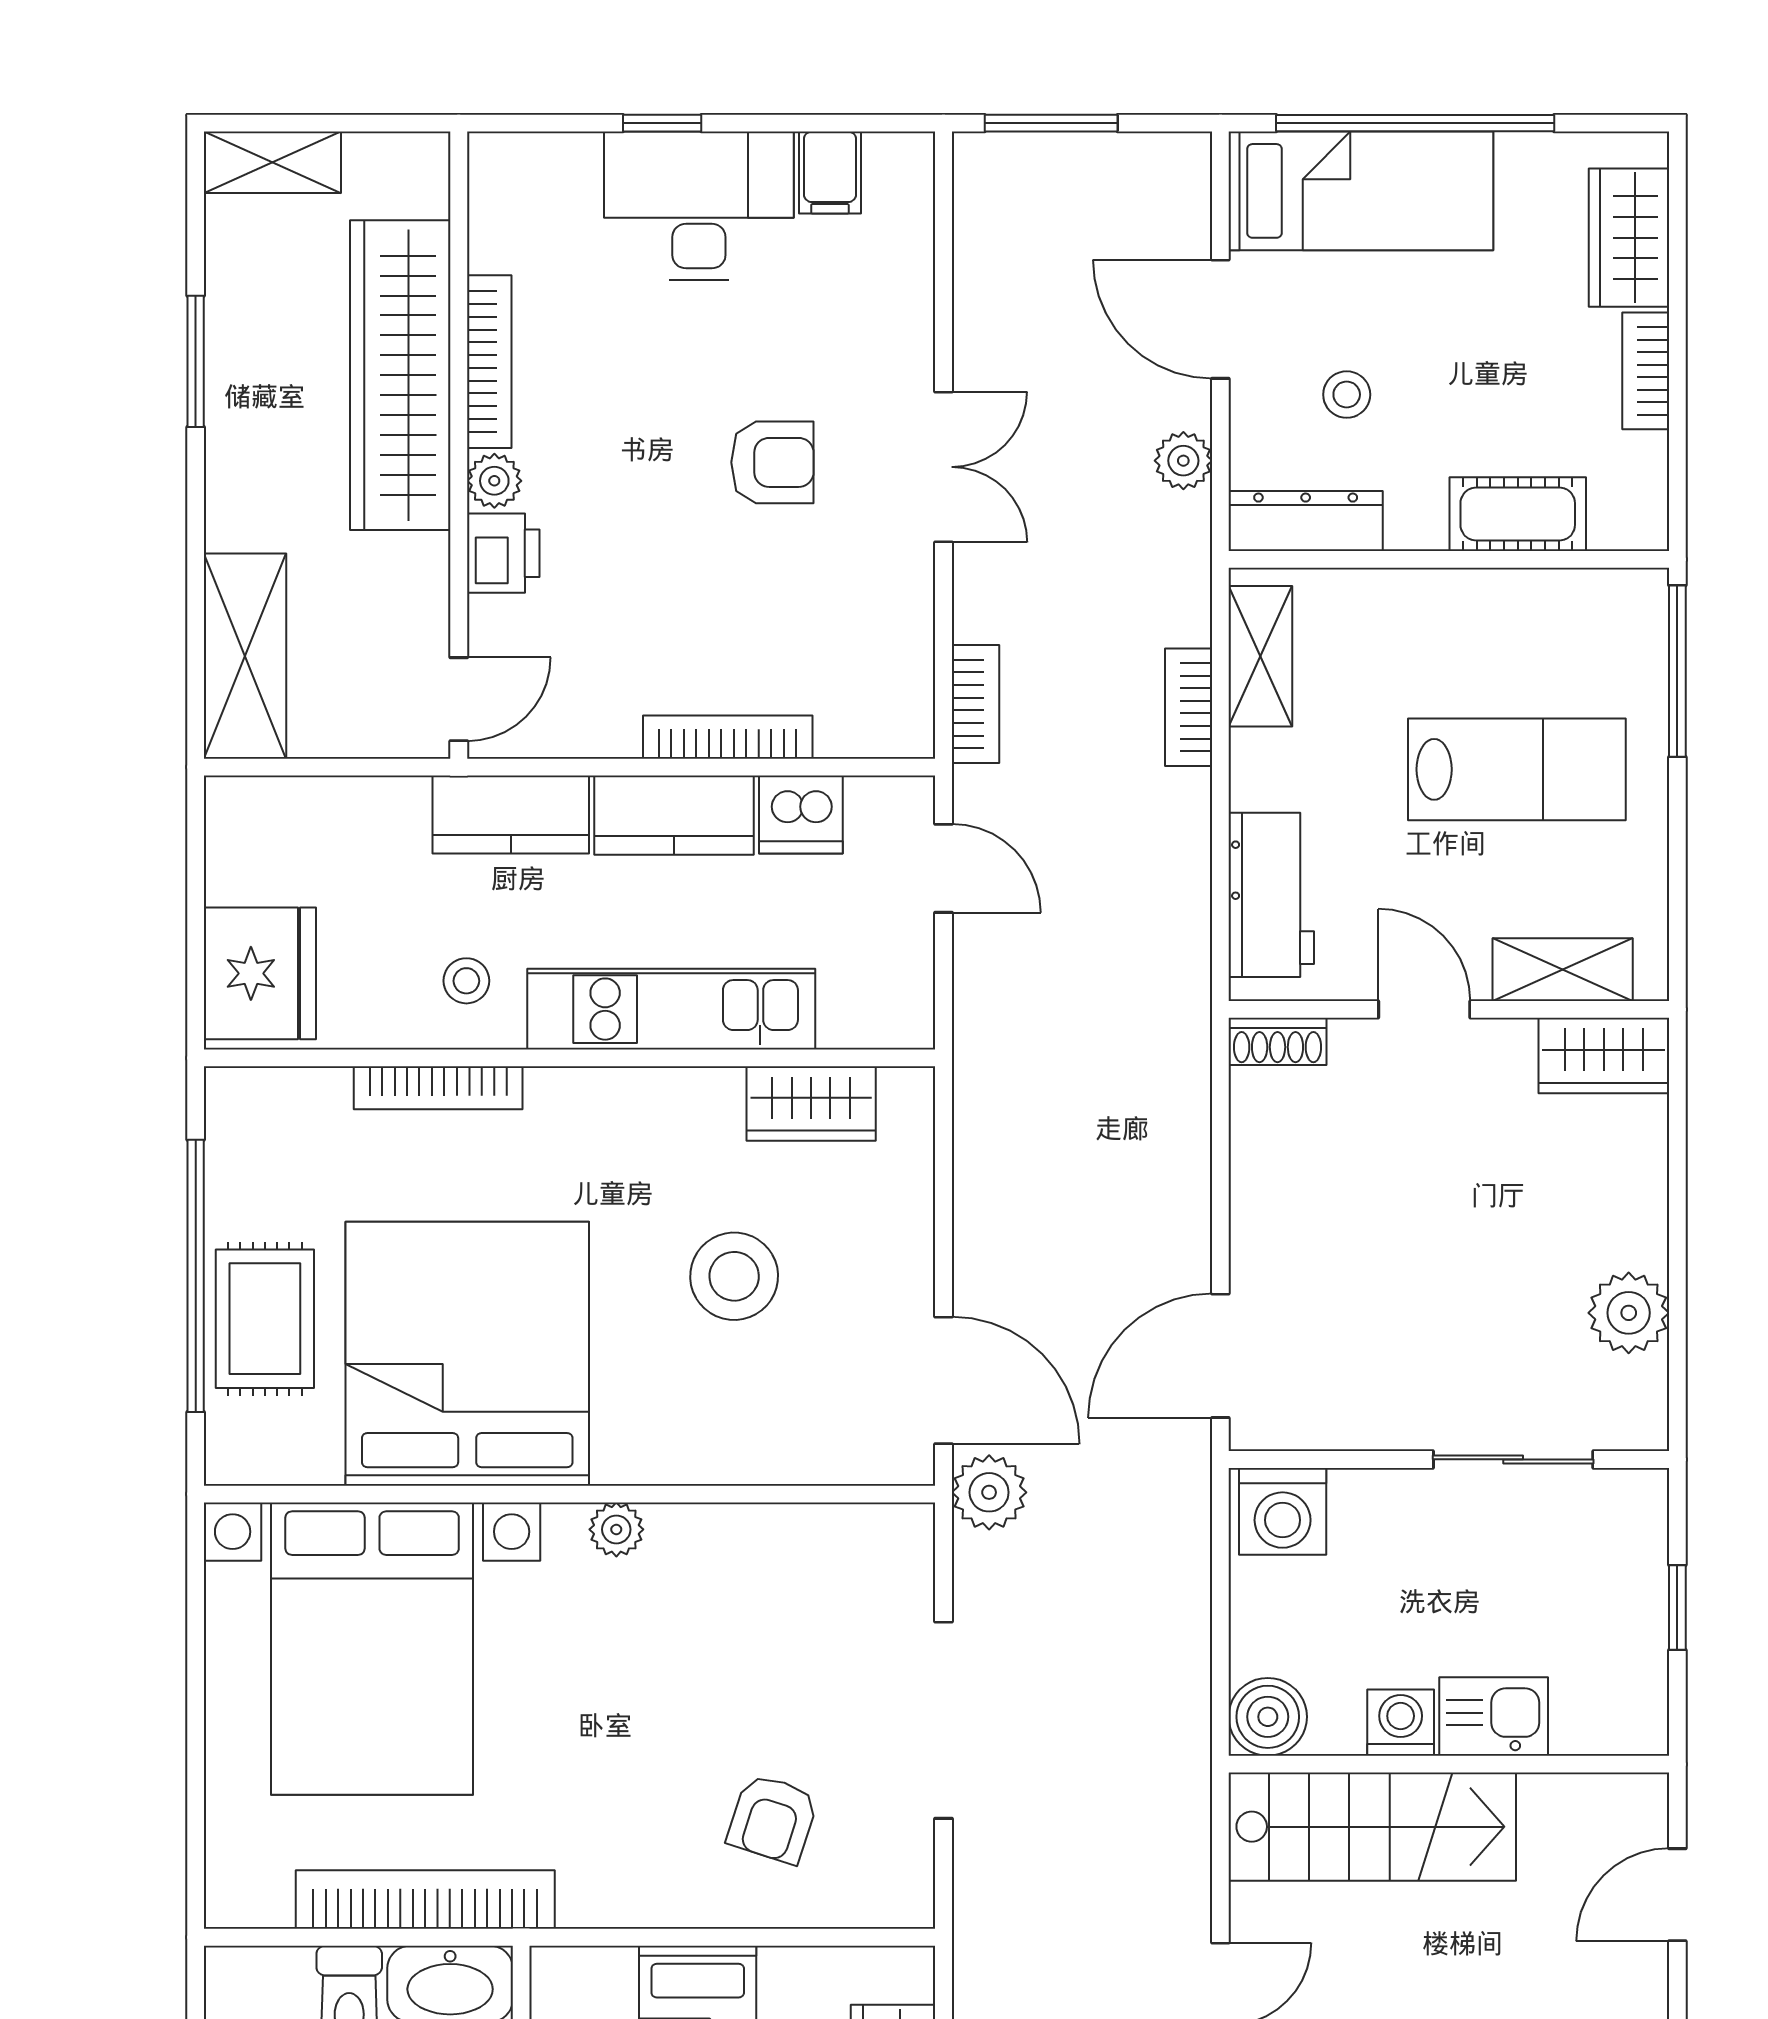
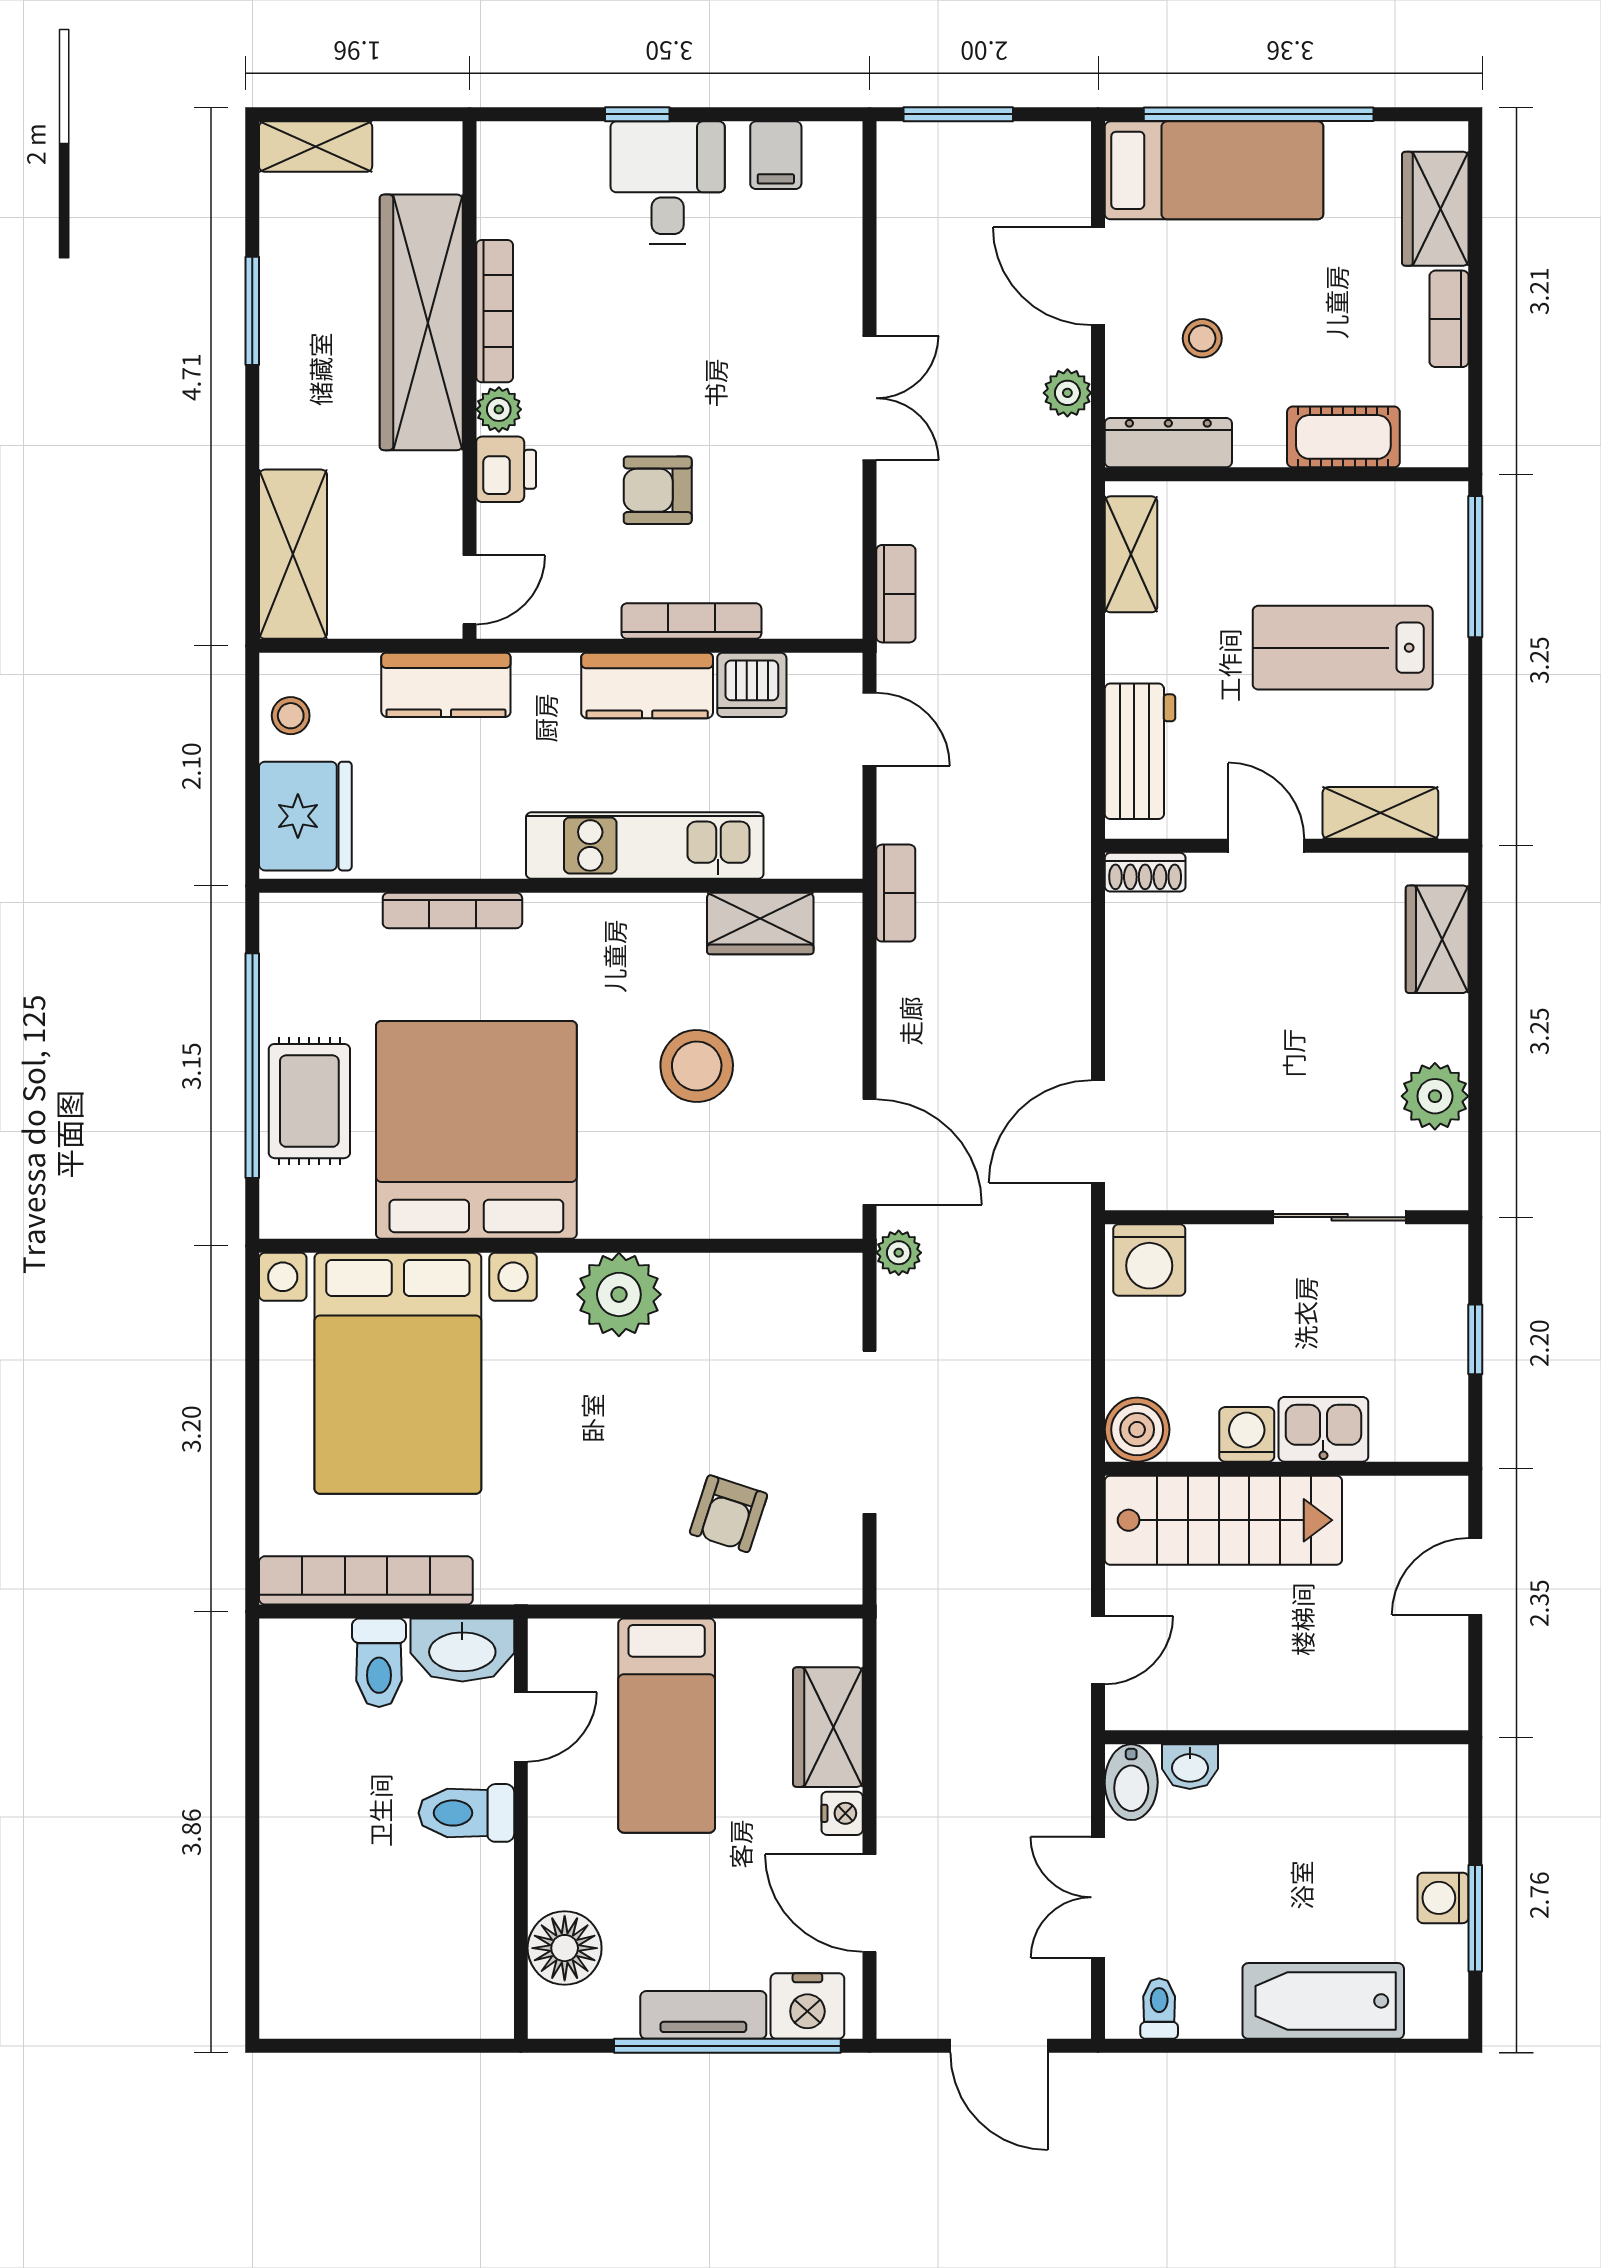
desk: (699, 206) -> (668, 183), width x0.73
armchair: (772, 462) -> (658, 490), moved, turned 180
bookcase: (1189, 707) -> (896, 893), moved, turned 180
lab bench: (1517, 769) -> (1343, 648), turned 180
kitchen counter: (511, 814) -> (446, 685), moved
stool: (466, 981) -> (291, 716), moved
wardrobe: (1604, 1056) -> (1437, 939), moved, turned 90
plant: (989, 1492) -> (899, 1253), width x0.73, depth x0.73
plant: (616, 1529) -> (619, 1294), width x1.88, depth x1.88
bookcase: (425, 1900) -> (366, 1580), moved

